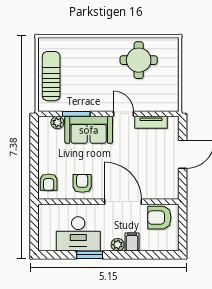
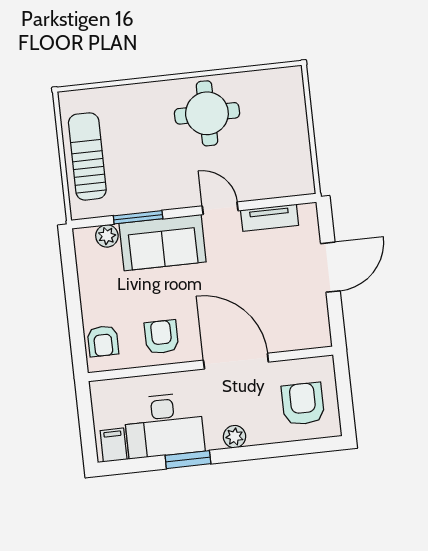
round table: (139, 60) -> (207, 113), moved
armchair: (159, 218) -> (303, 404), moved, turned 90
filing cabinet: (132, 242) -> (114, 445), moved

